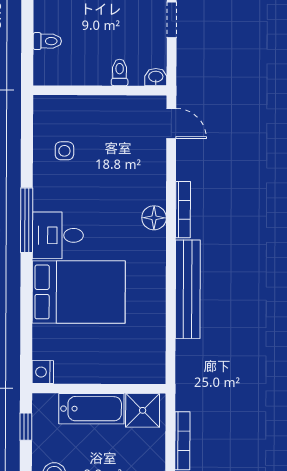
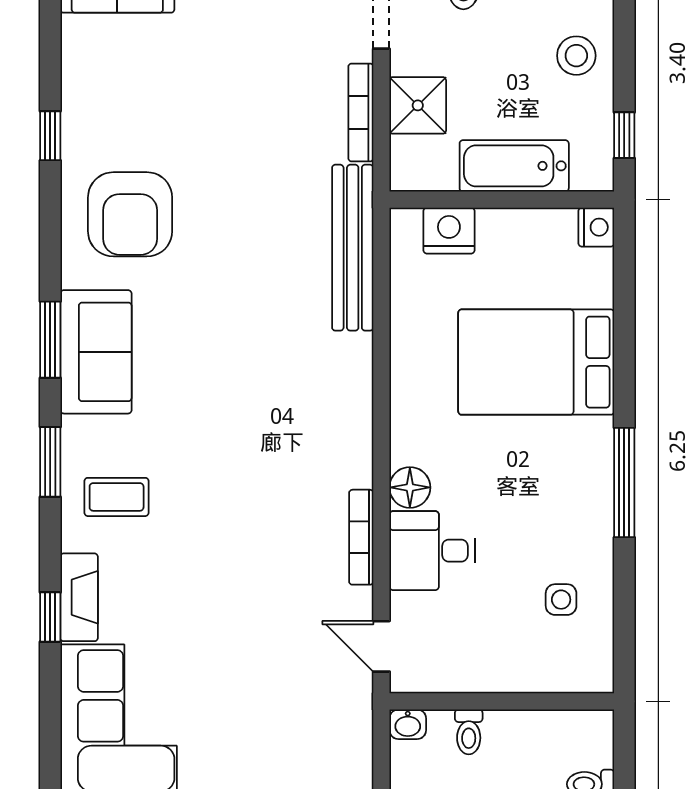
bookcase: (183, 210) -> (361, 537), moved
desk: (58, 235) -> (432, 551), moved, turned 180
bench: (188, 289) -> (353, 248), moved
nightstand: (130, 370) -> (449, 231), added
shower: (143, 410) -> (418, 105), moved

